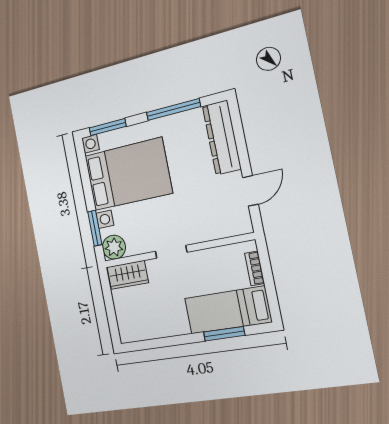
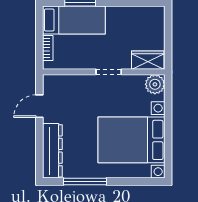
window: (107, 127) -> (141, 181), removed
window: (95, 228) -> (168, 103), removed

